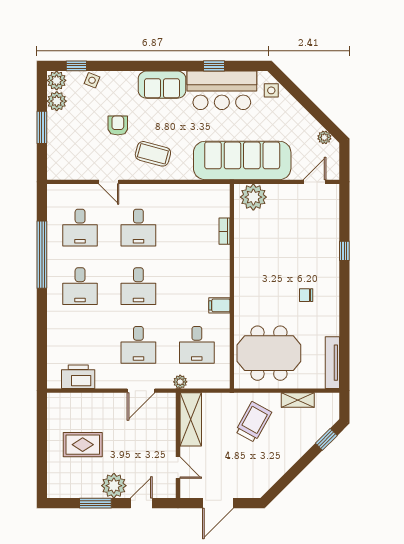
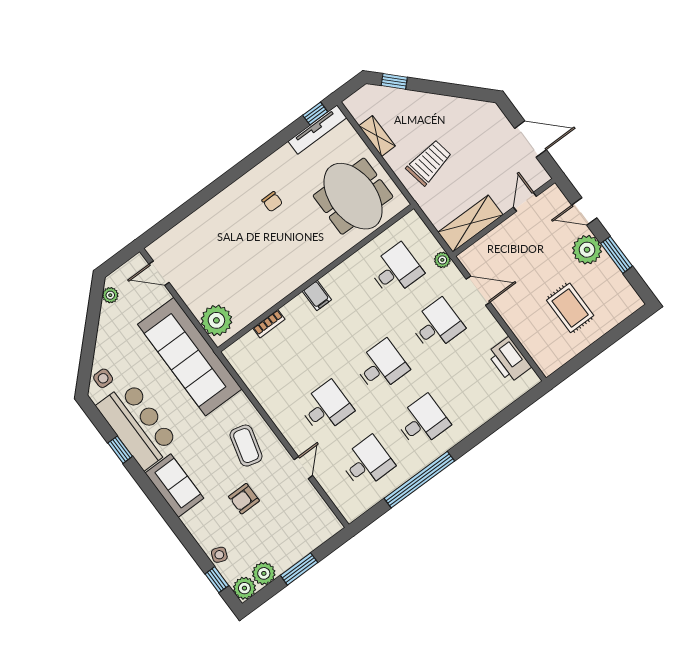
window: (344, 251) -> (315, 114), moved
filing cabinet: (219, 305) -> (317, 295), moved
trolley: (253, 422) -> (429, 162), turned 141

